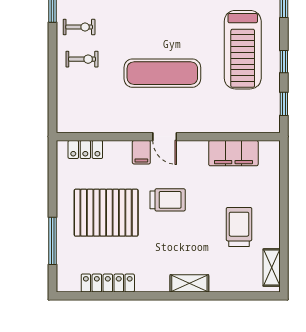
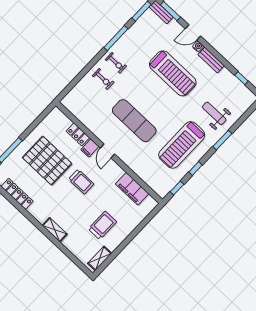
locker: (85, 150) -> (78, 134), moved

